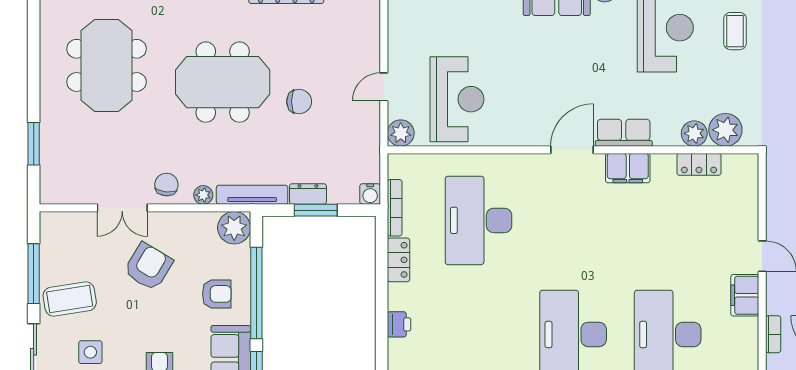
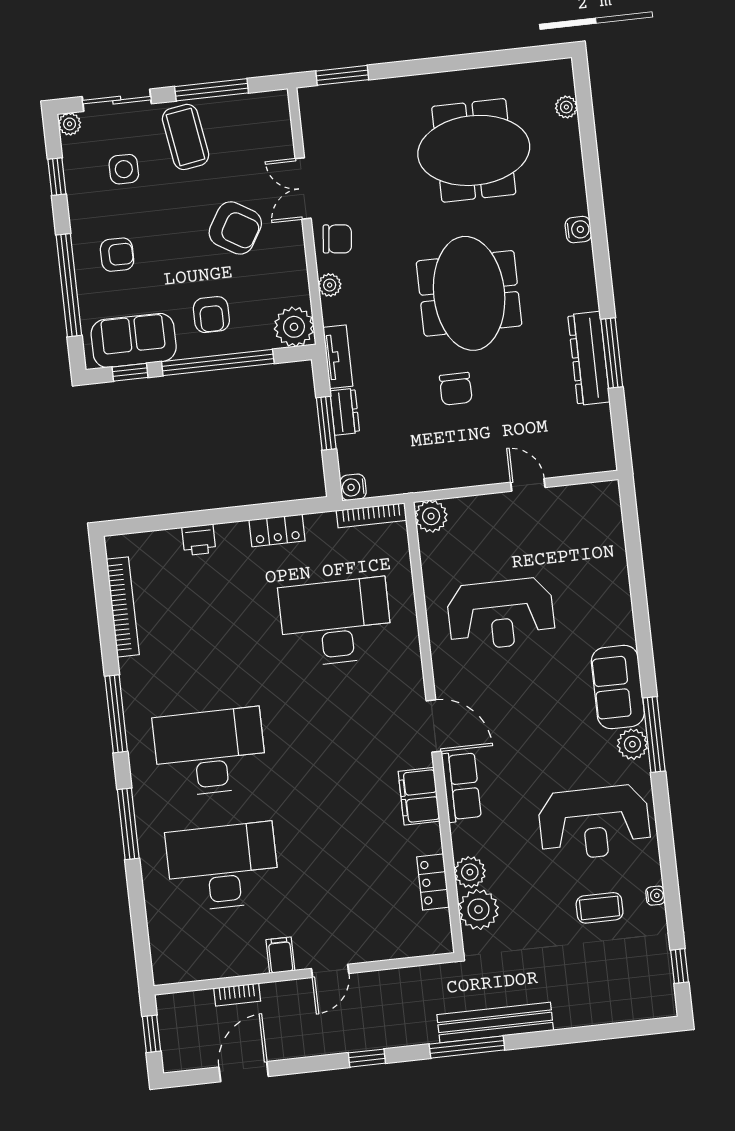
door: (384, 87) -> (528, 485), moved
reception desk: (457, 99) -> (501, 614), moved
window: (34, 144) -> (342, 75), moved
tv unit: (252, 195) -> (338, 357), width x0.71
bookcase: (395, 208) -> (371, 515), moved
filing cabinet: (745, 295) -> (280, 955), width x0.50

